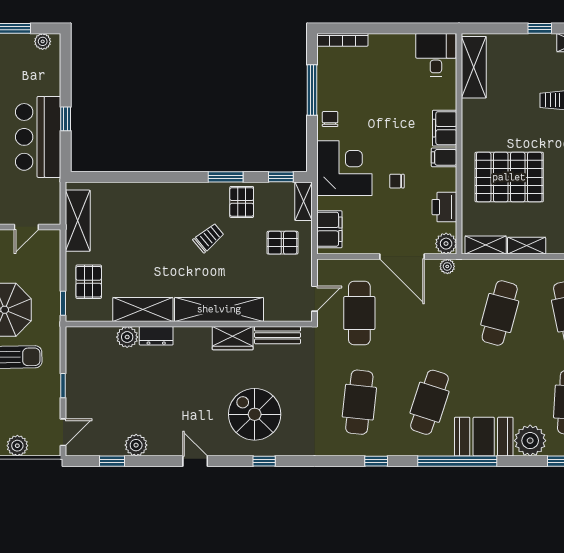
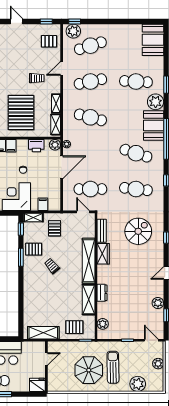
door: (26, 227) -> (46, 359), hinge flipped
filing cabinet: (329, 229) -> (43, 204), width x0.50
plant: (127, 337) -> (103, 324), moved
spiral stairs: (255, 414) -> (138, 231), moved, turned 180

